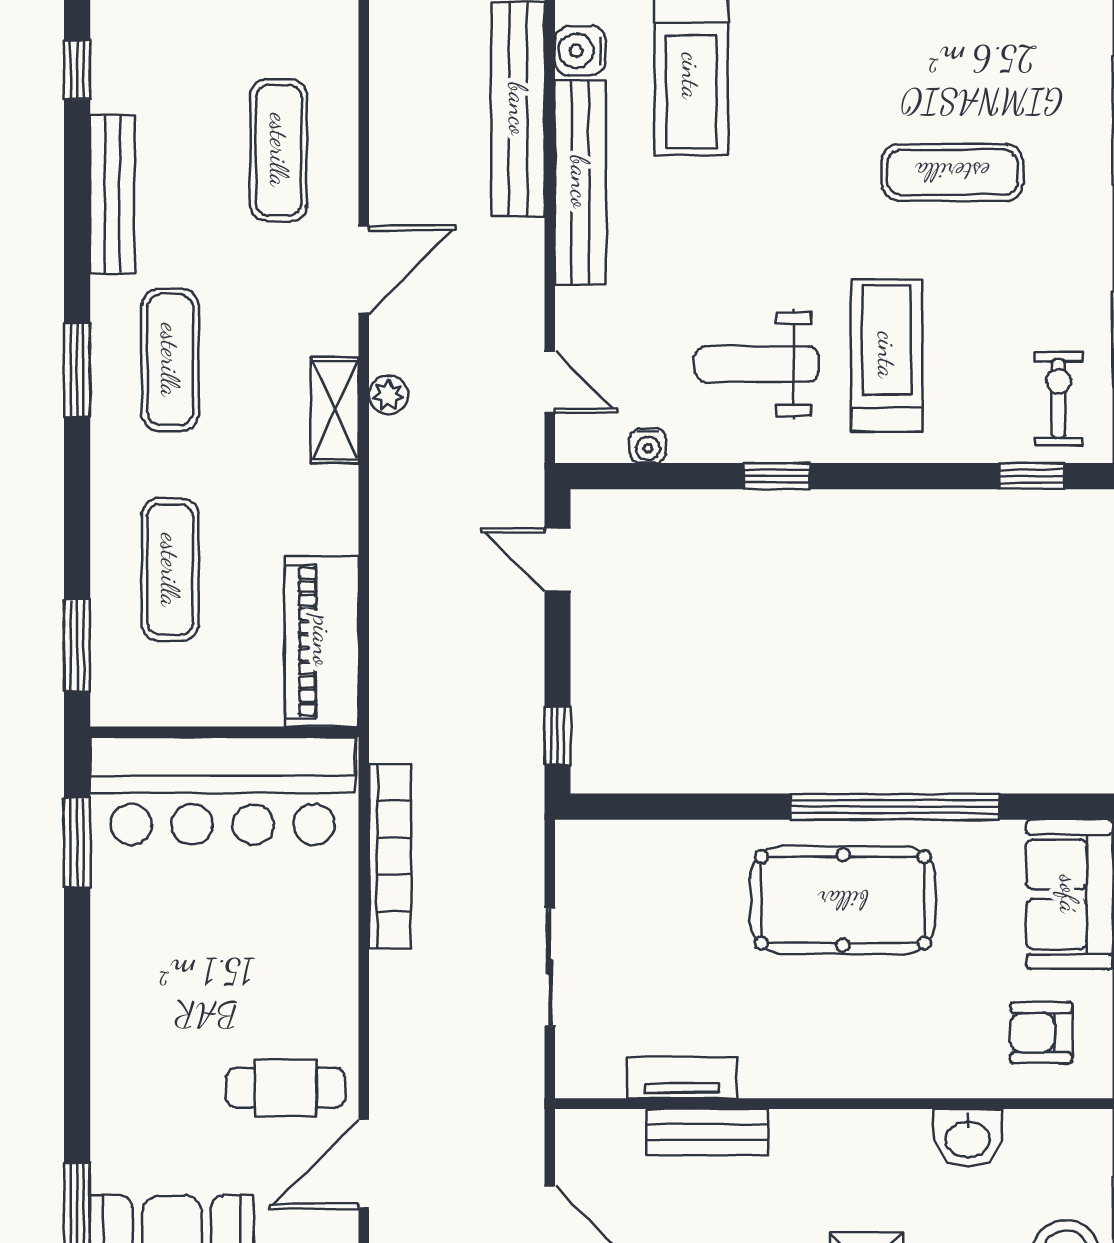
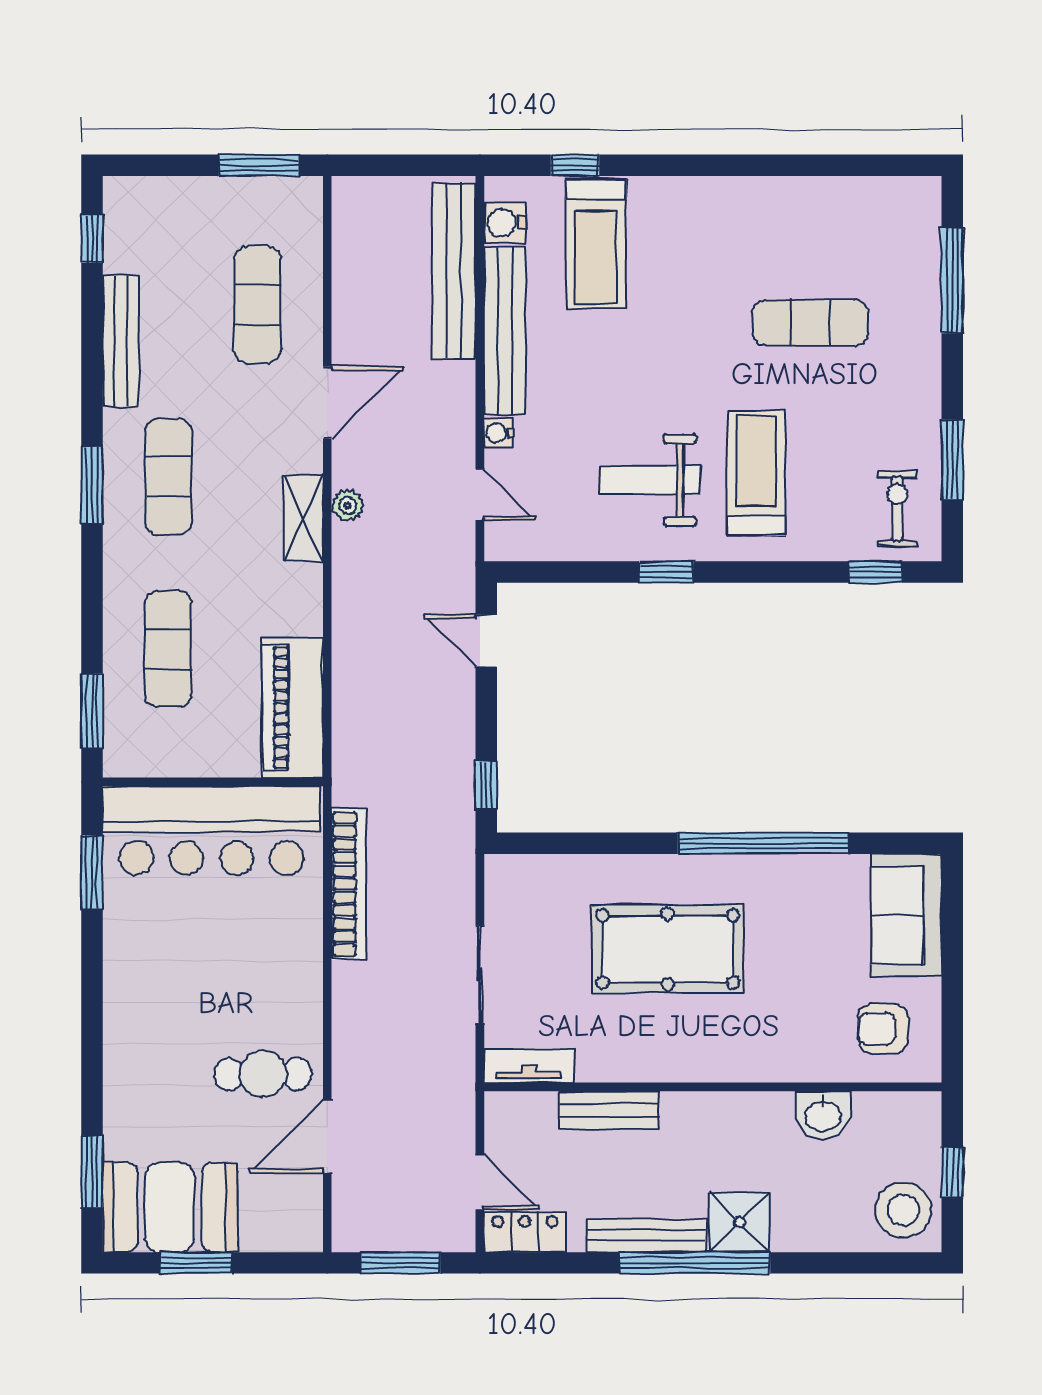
water cooler: (648, 446) -> (499, 433), moved, turned 90
pool table: (843, 900) -> (668, 949), moved
tv unit: (682, 1078) -> (529, 1066), moved

